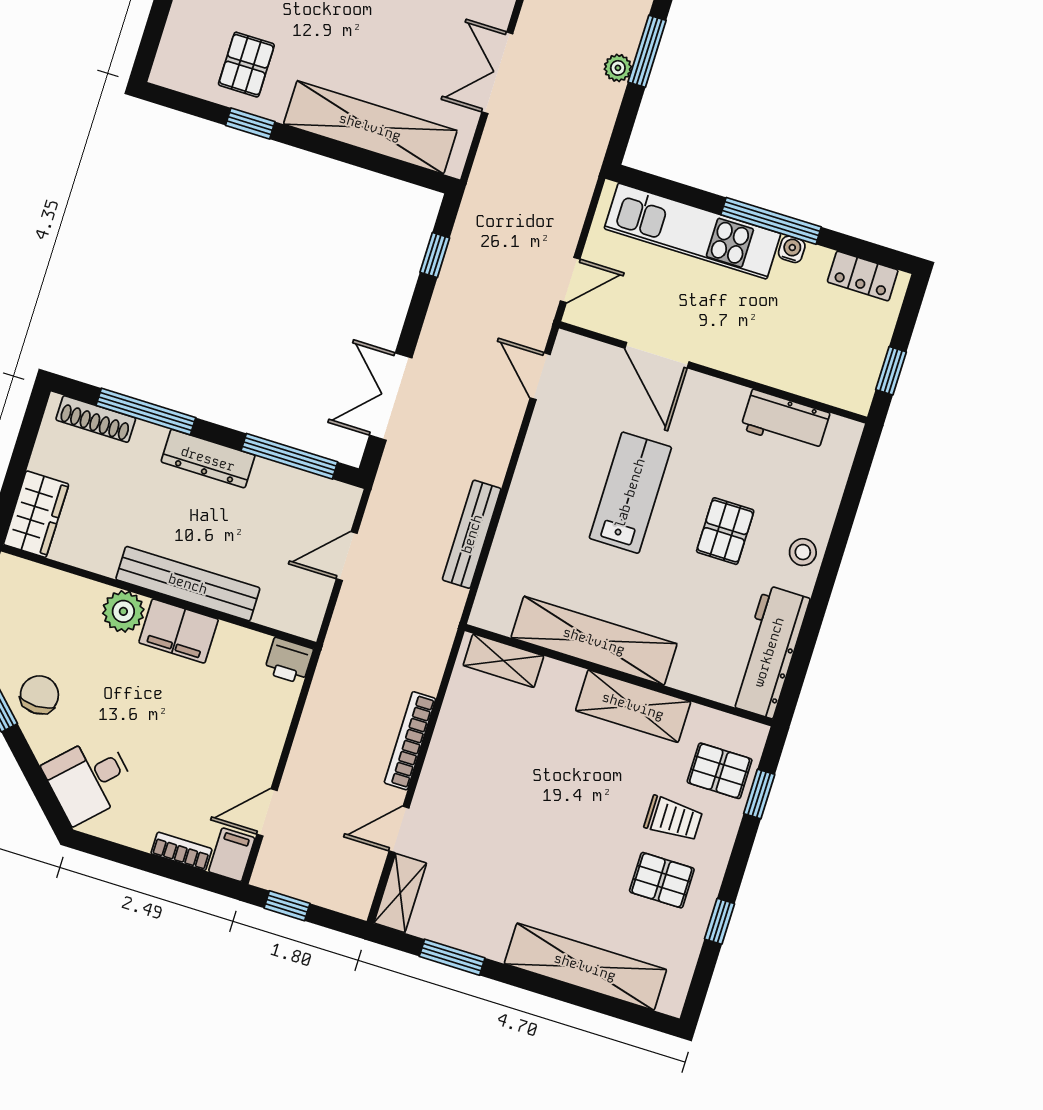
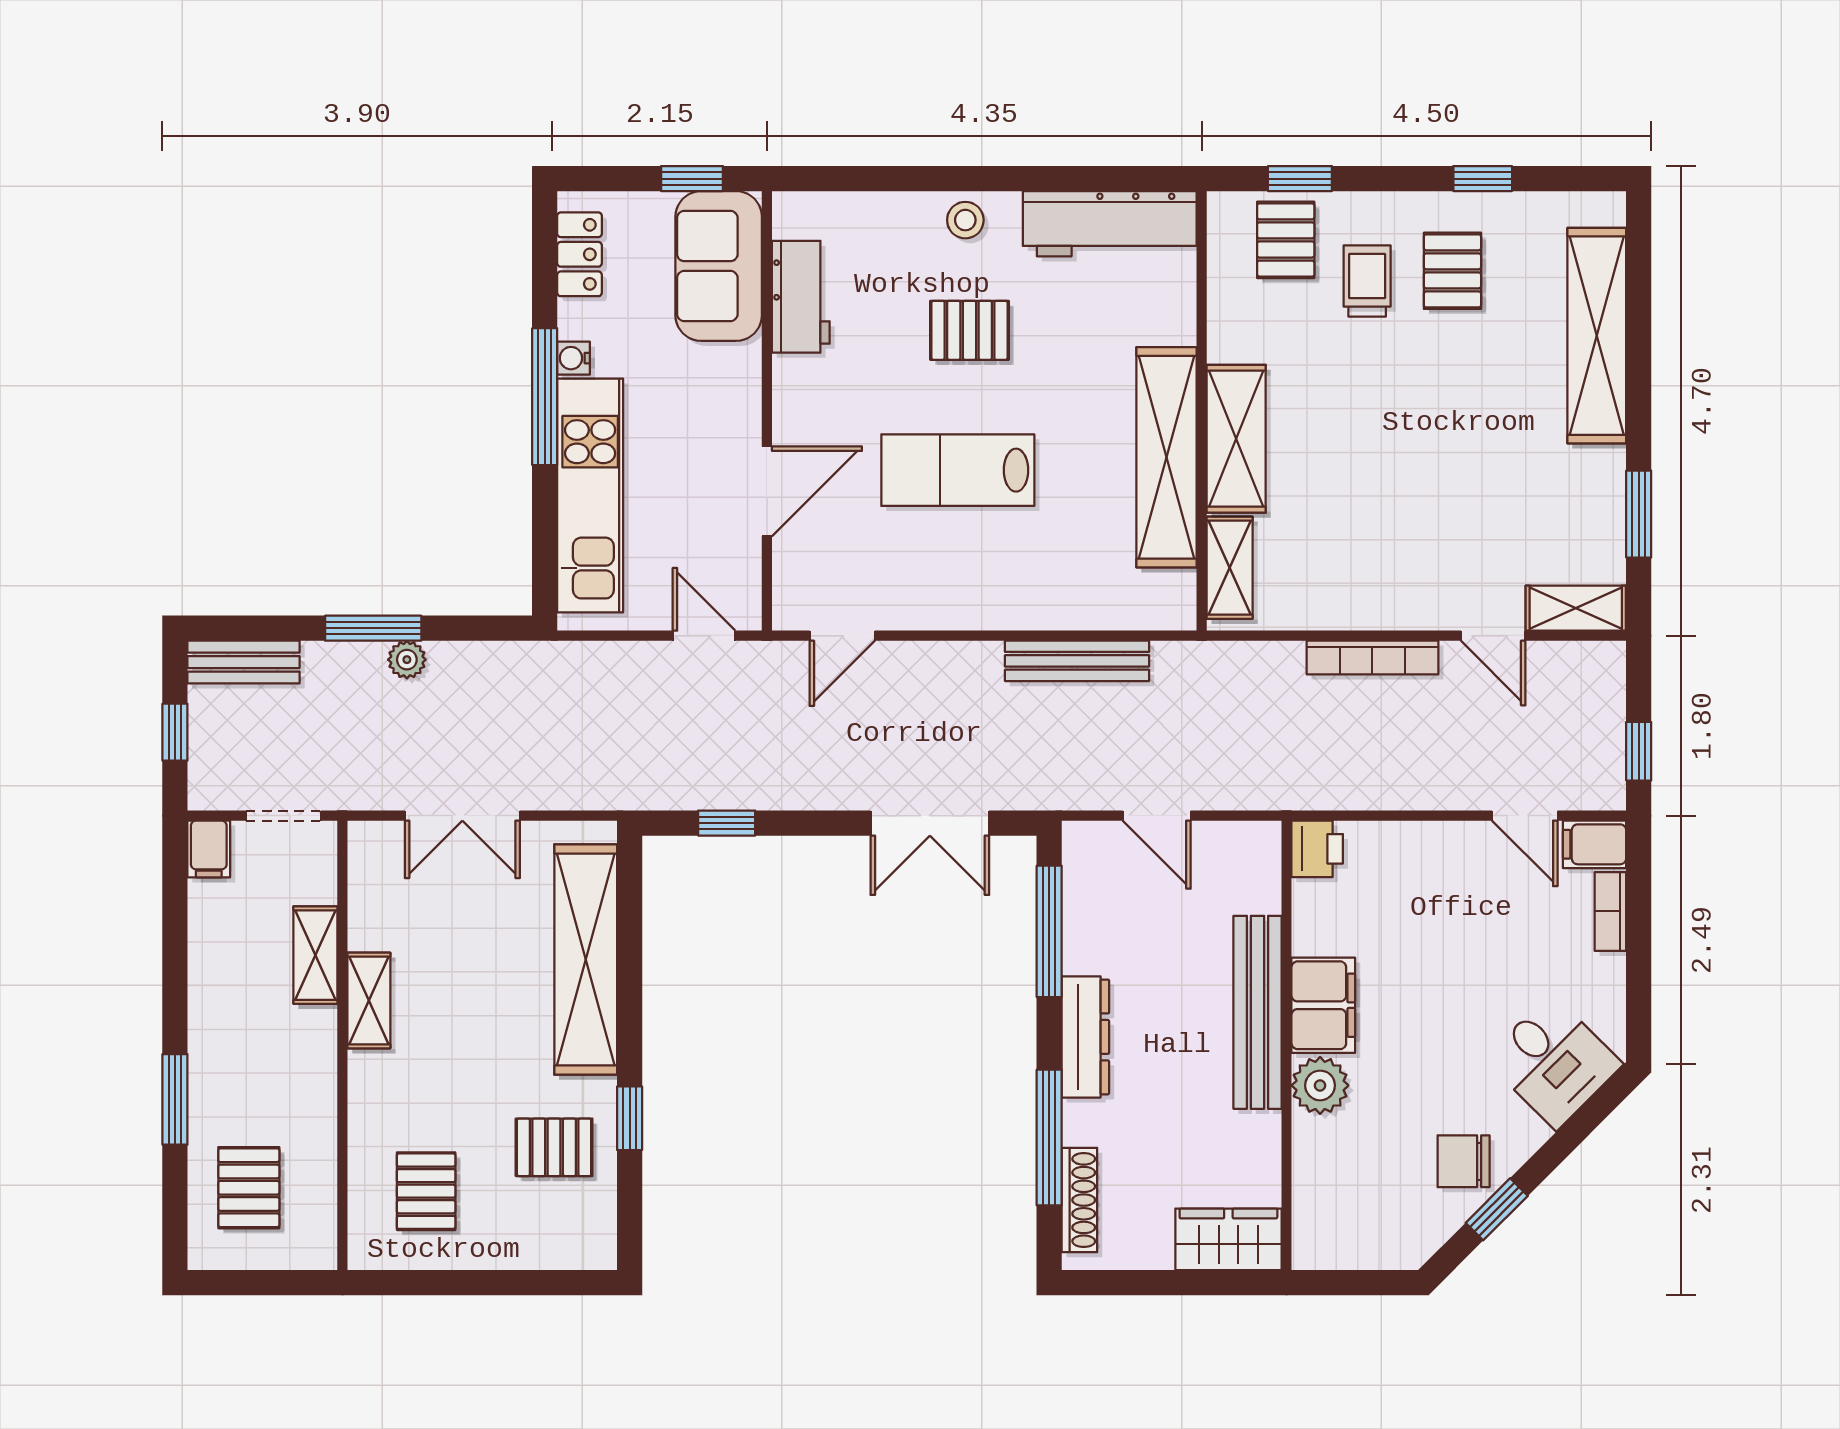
sofa: (824, 370) -> (719, 266), added
shelving: (633, 706) -> (1236, 439), moved

